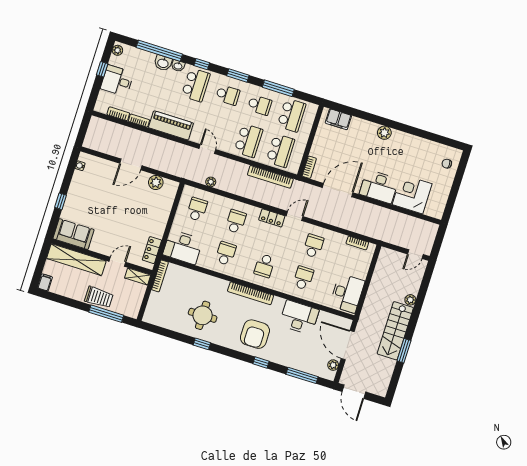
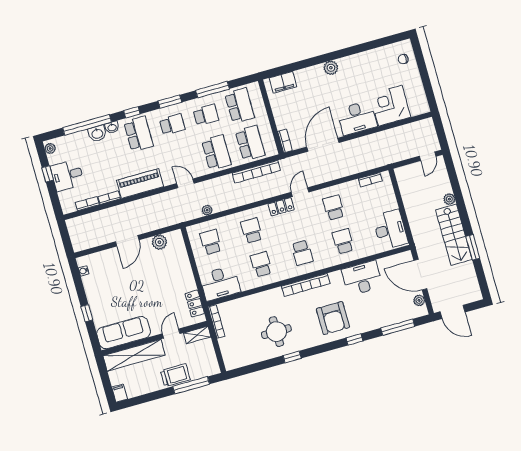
sofa: (73, 234) -> (124, 333), width x1.36

